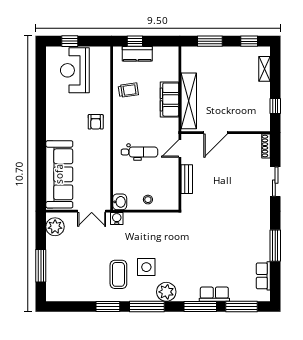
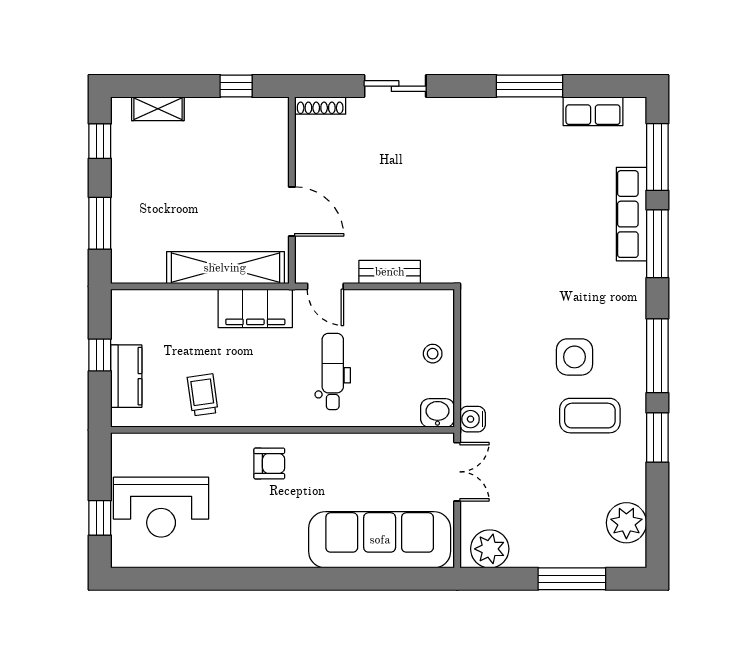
window: (135, 41) -> (100, 355), moved
filing cabinet: (169, 100) -> (255, 308), moved
plant: (166, 292) -> (626, 523), moved
row of seats: (214, 294) -> (631, 214), width x1.48

